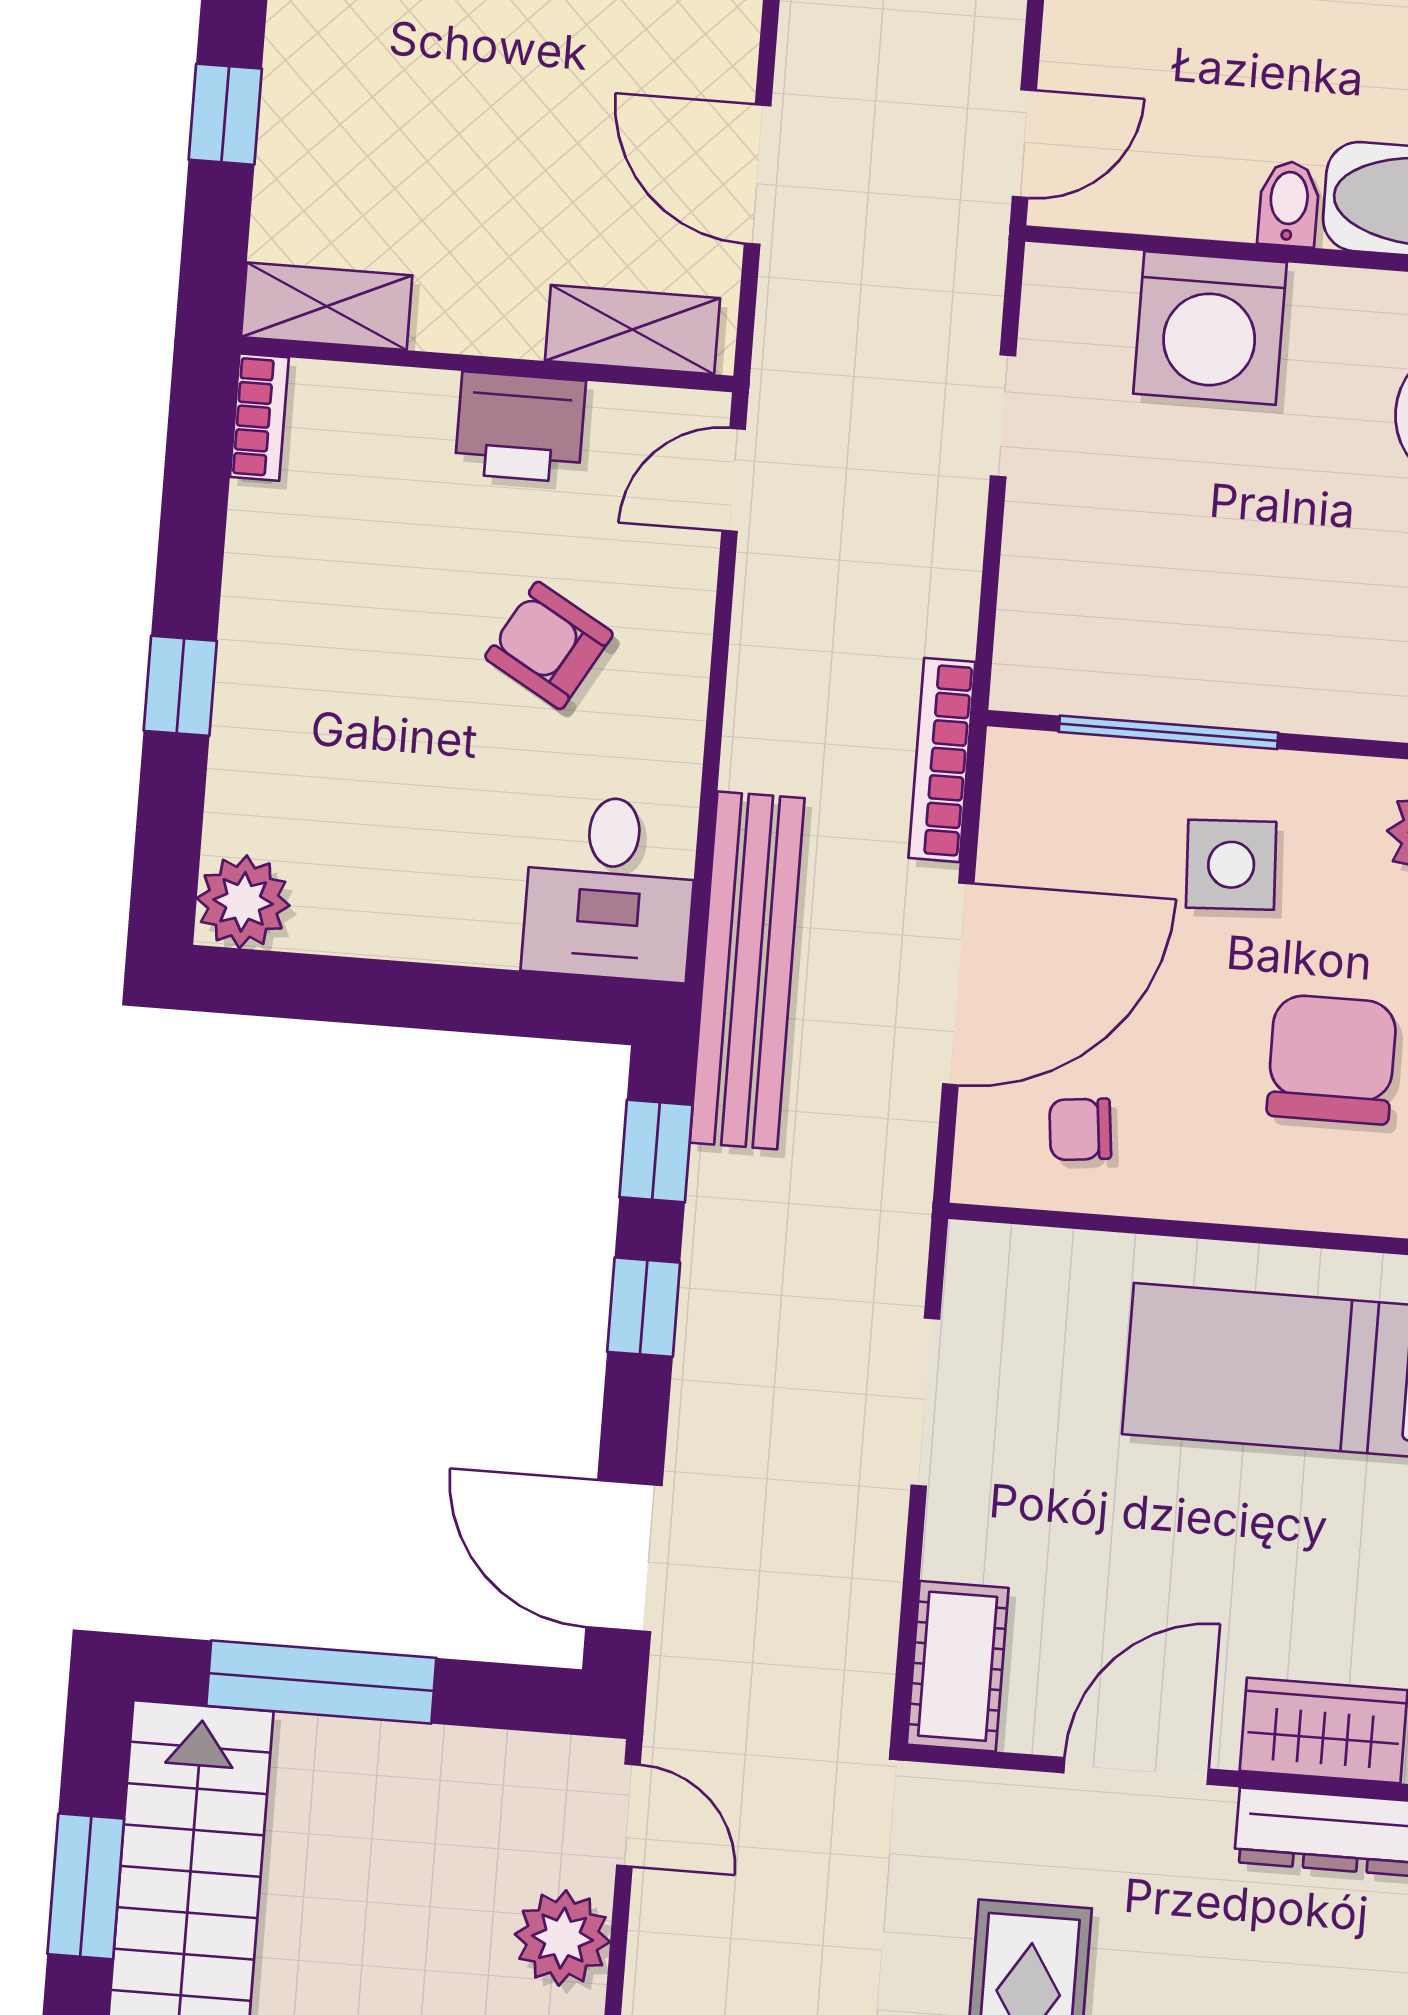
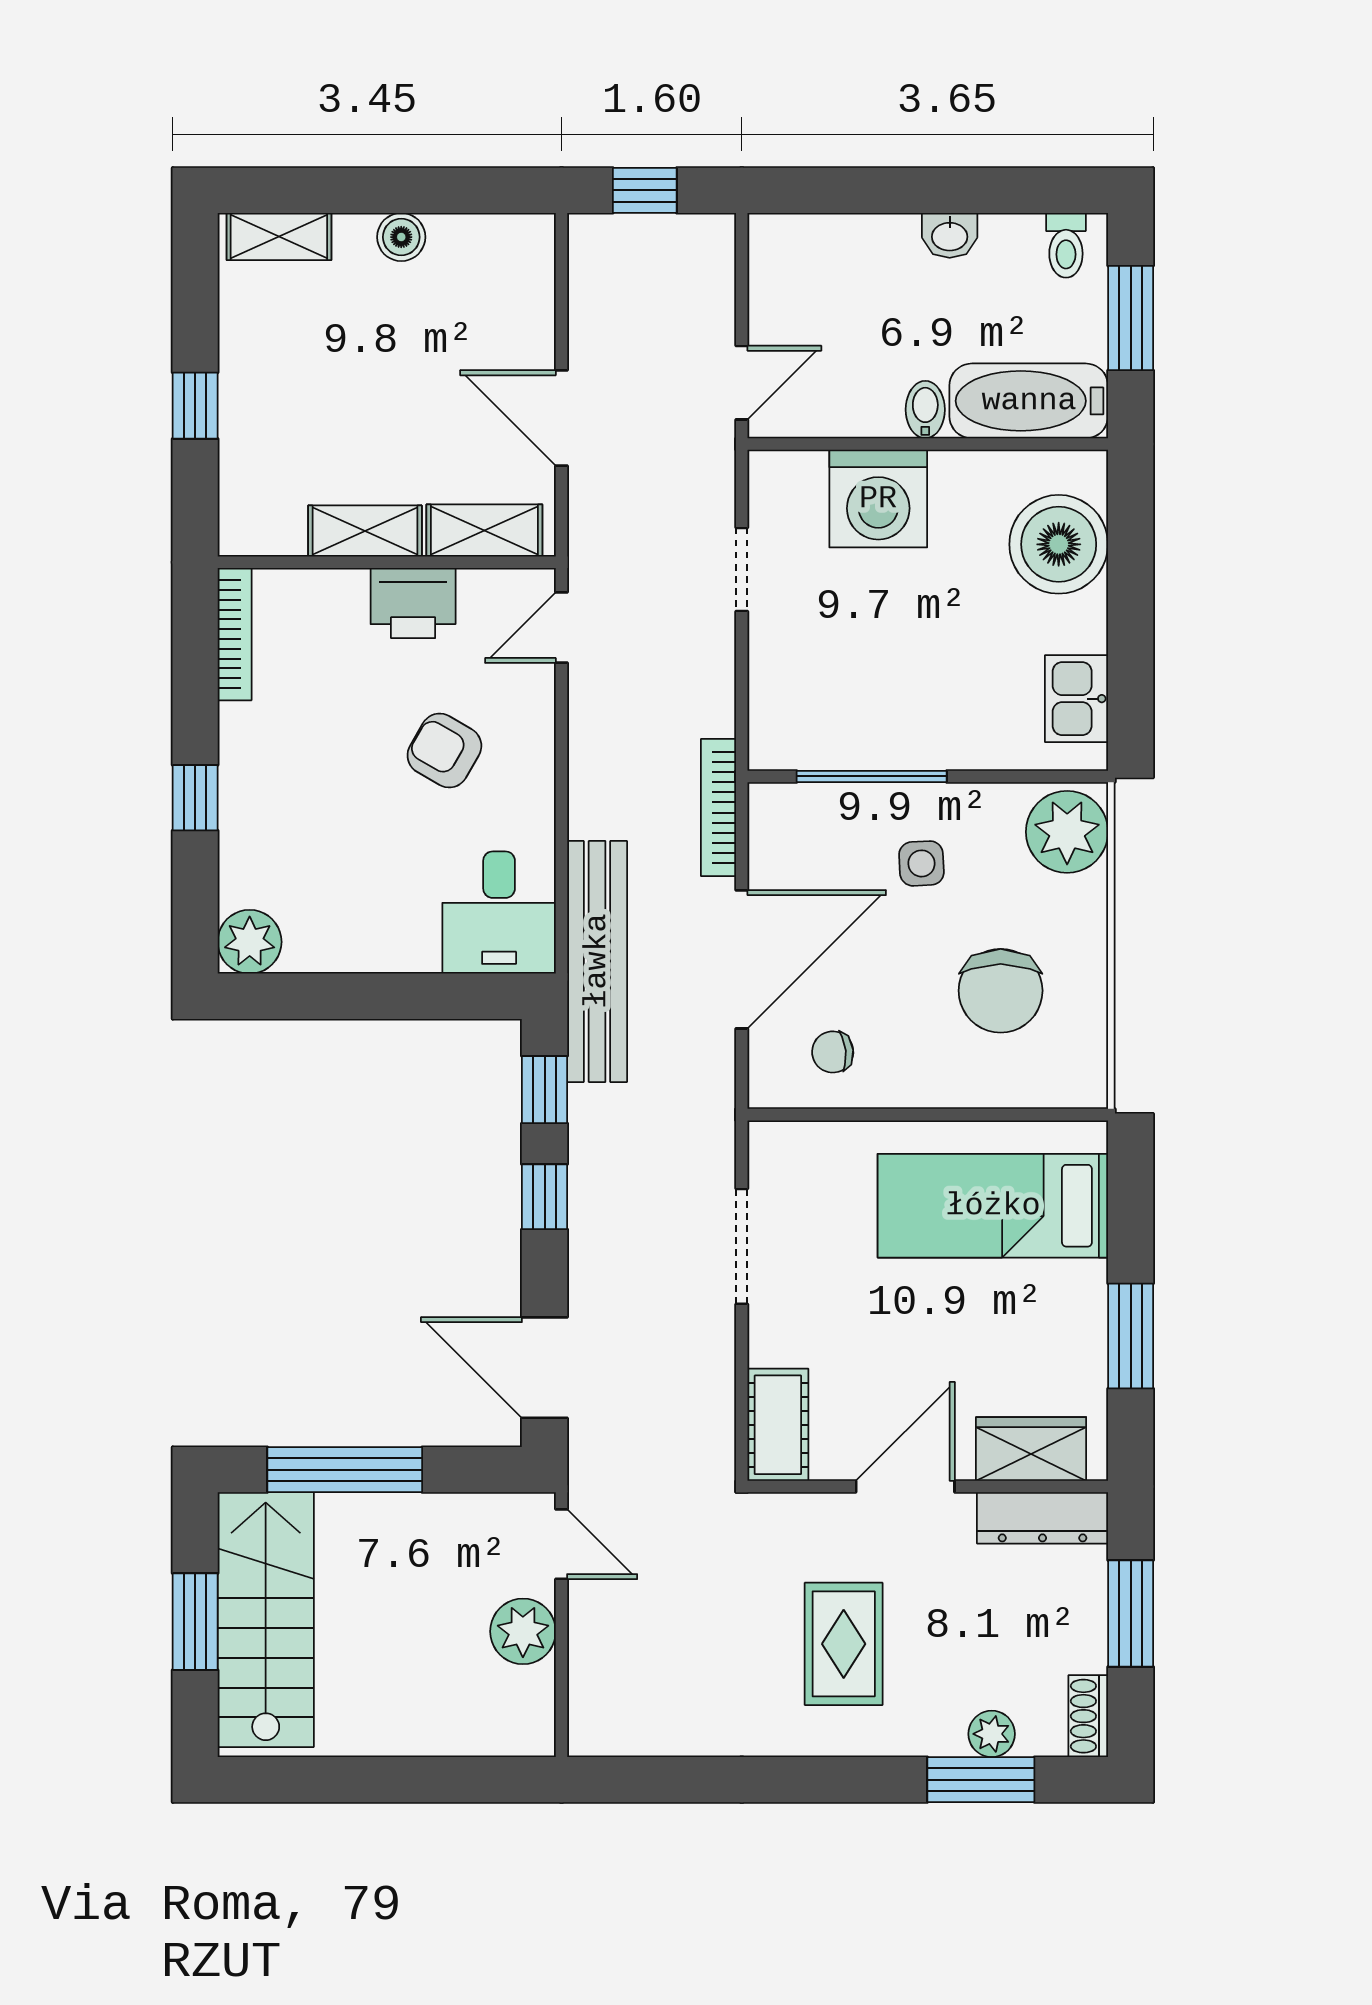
shelving: (327, 306) -> (365, 531), moved
bookcase: (259, 417) -> (235, 634), width x1.56
side table: (1231, 865) -> (921, 863), width x0.73, depth x0.73
chair: (1332, 1059) -> (1001, 991), turned 180

